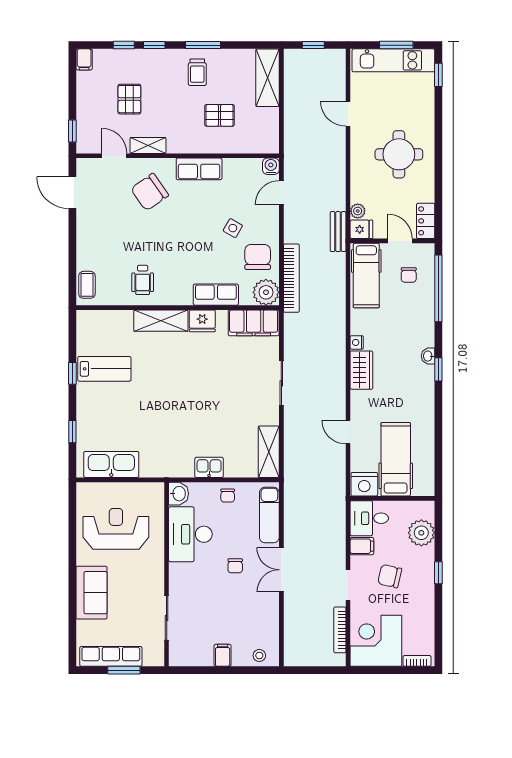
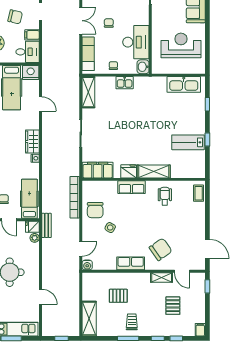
plant: (266, 292) -> (90, 189), removed
row of seats: (216, 295) -> (132, 187), moved
reception desk: (116, 529) -> (181, 45), turned 180

